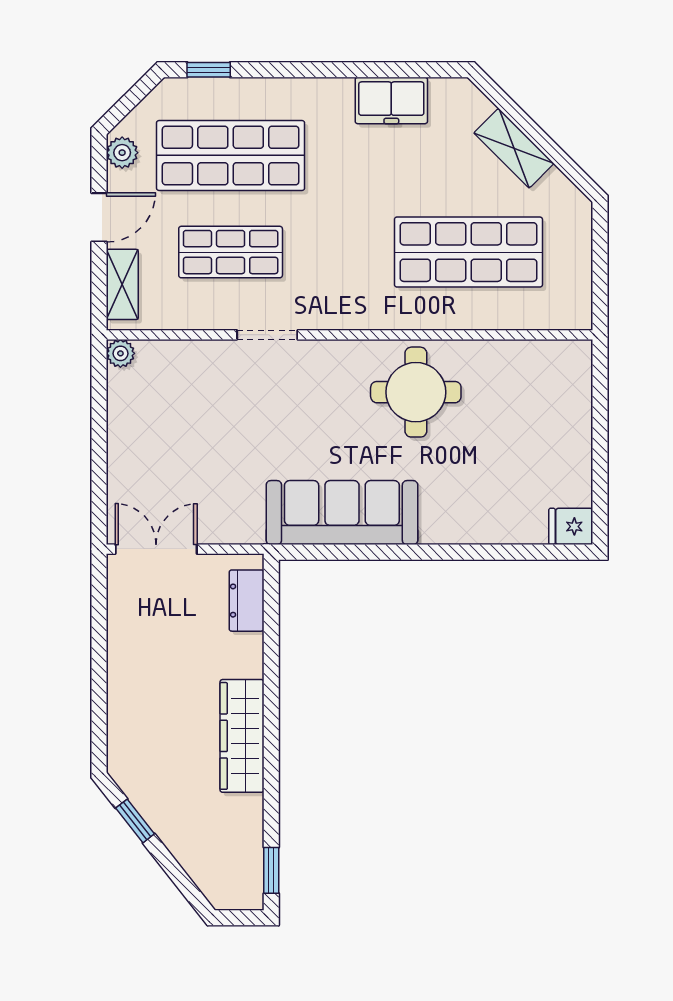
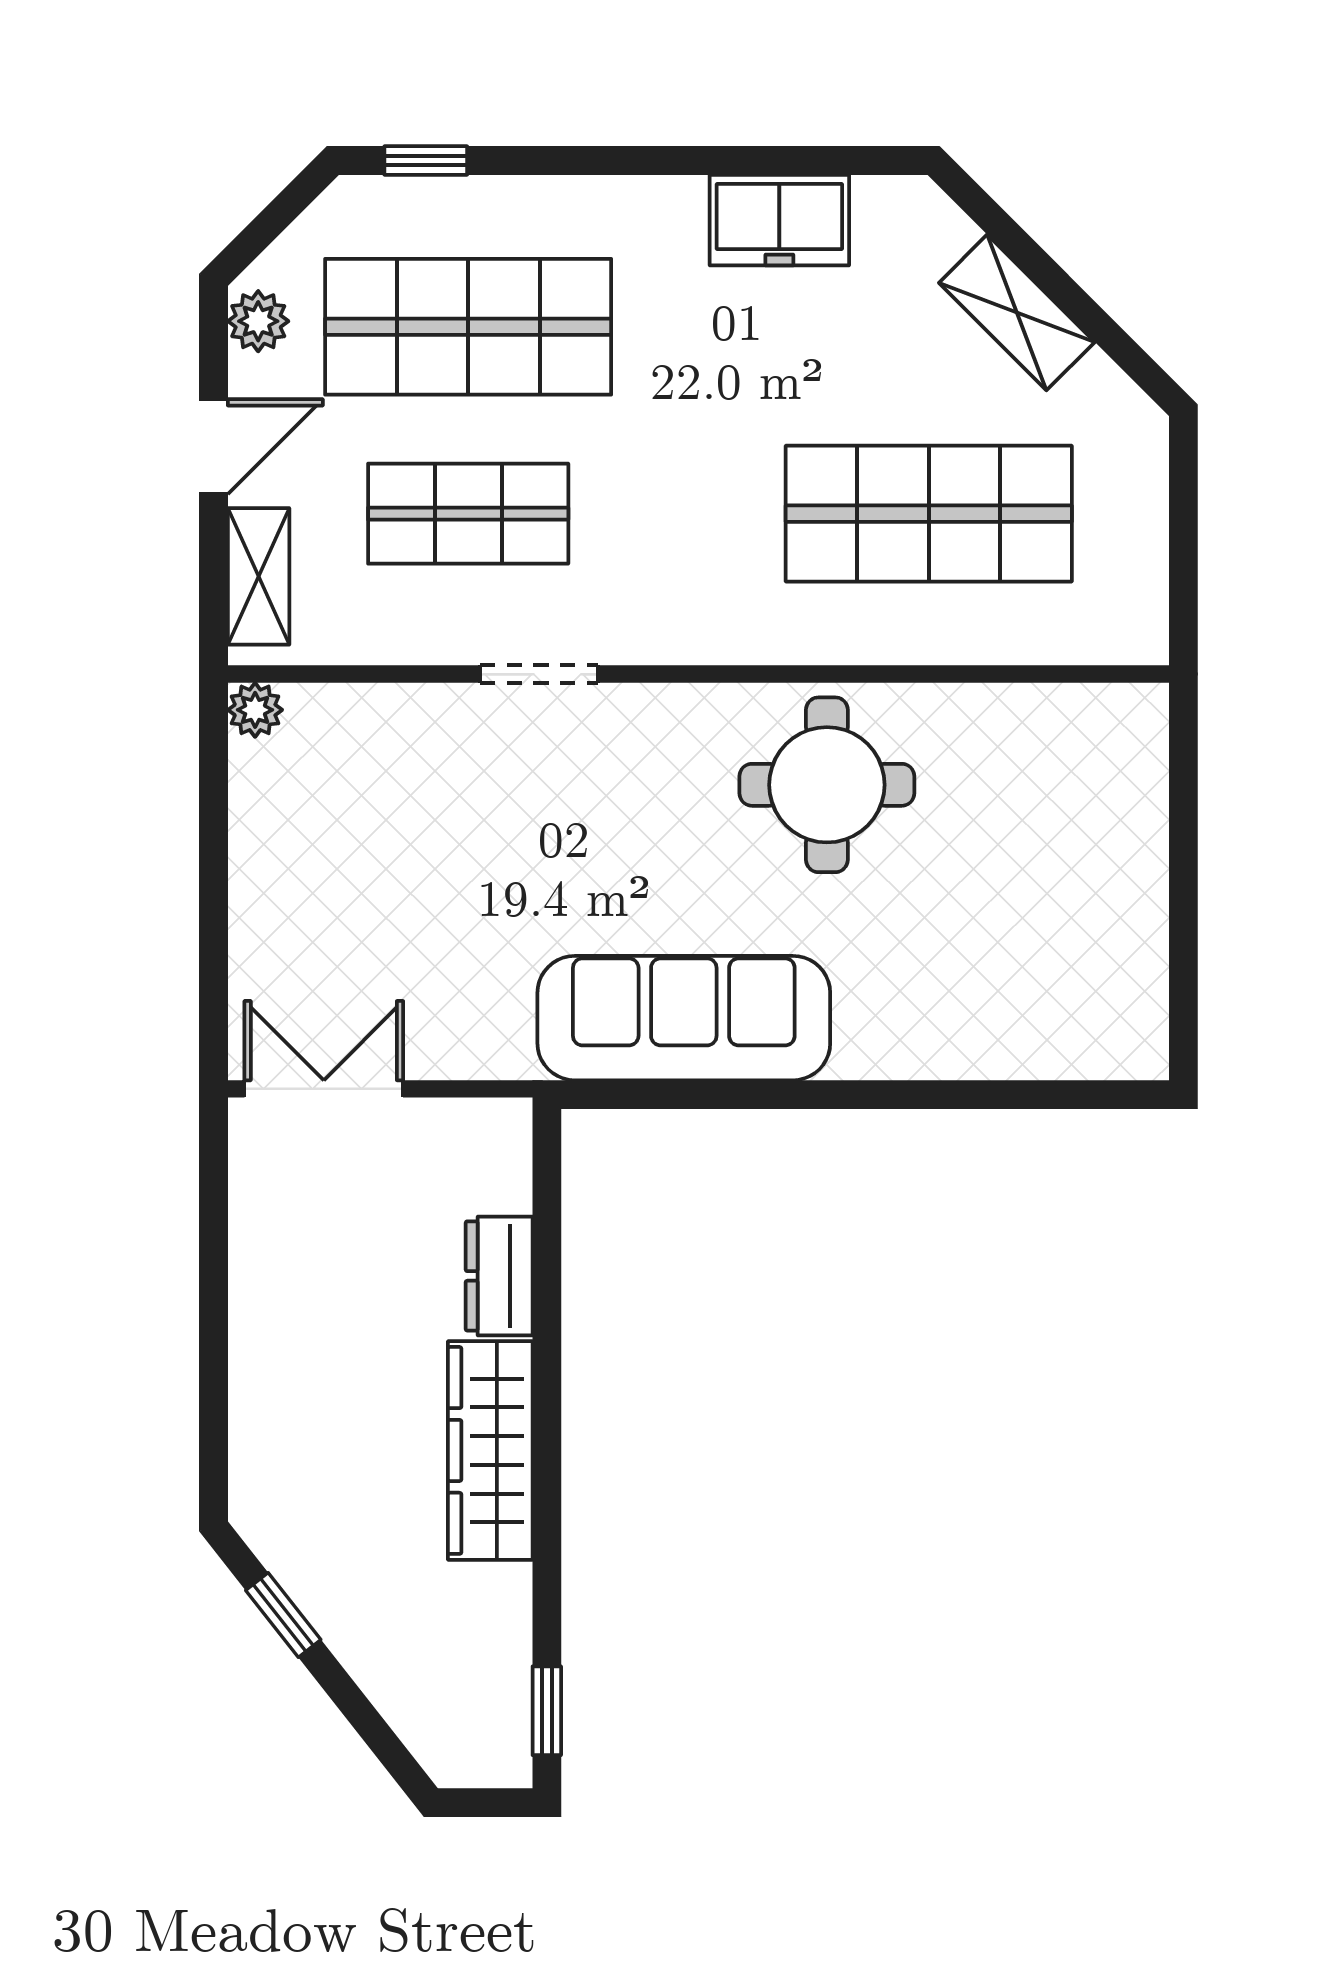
fridge: (571, 526) -> (1127, 1045), removed
dresser: (247, 601) -> (499, 1276), moved

